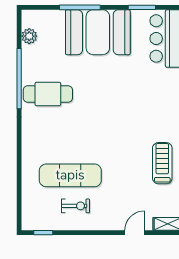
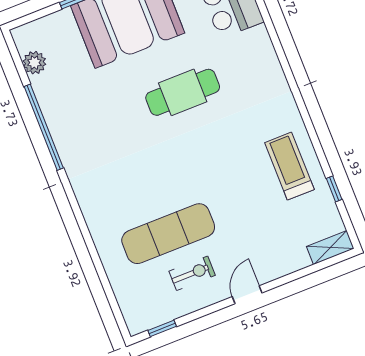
cafe table: (48, 94) -> (183, 92), moved
door: (135, 233) -> (247, 295), moved

